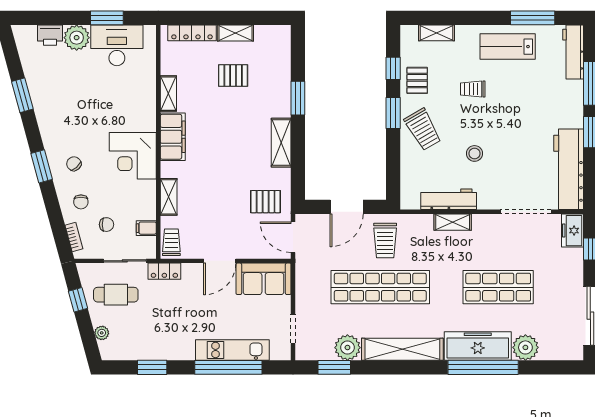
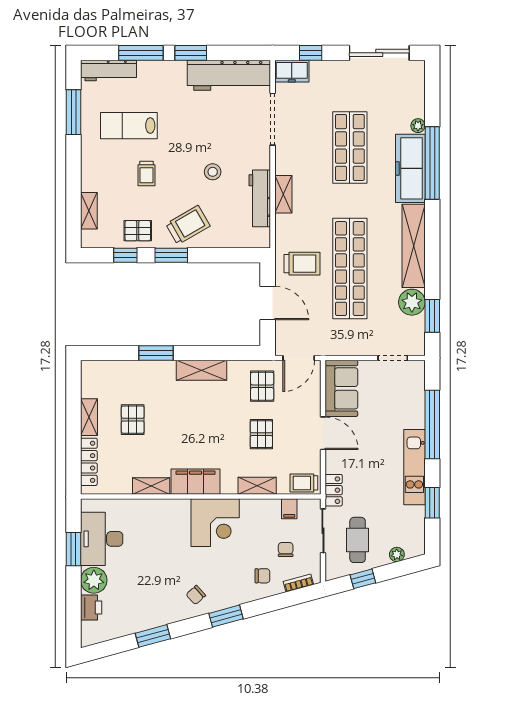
lab bench: (508, 47) -> (129, 126), moved, turned 90
chair: (74, 164) -> (196, 595), moved
pallet: (219, 201) -> (261, 434), added
plant: (525, 347) -> (418, 126), width x0.53, depth x0.53
kitchen unit: (232, 350) -> (414, 467), moved

